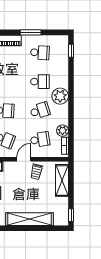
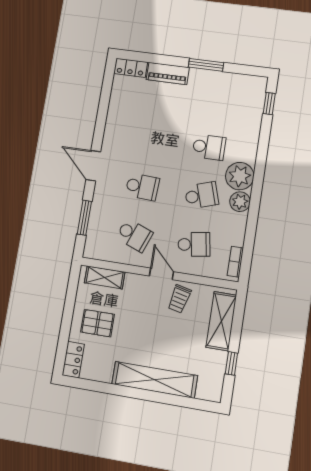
school desk: (40, 53) -> (216, 100), removed
plant: (63, 131) -> (240, 202), moved
door: (24, 159) -> (161, 274), hinge flipped
window: (71, 215) -> (231, 363), moved

